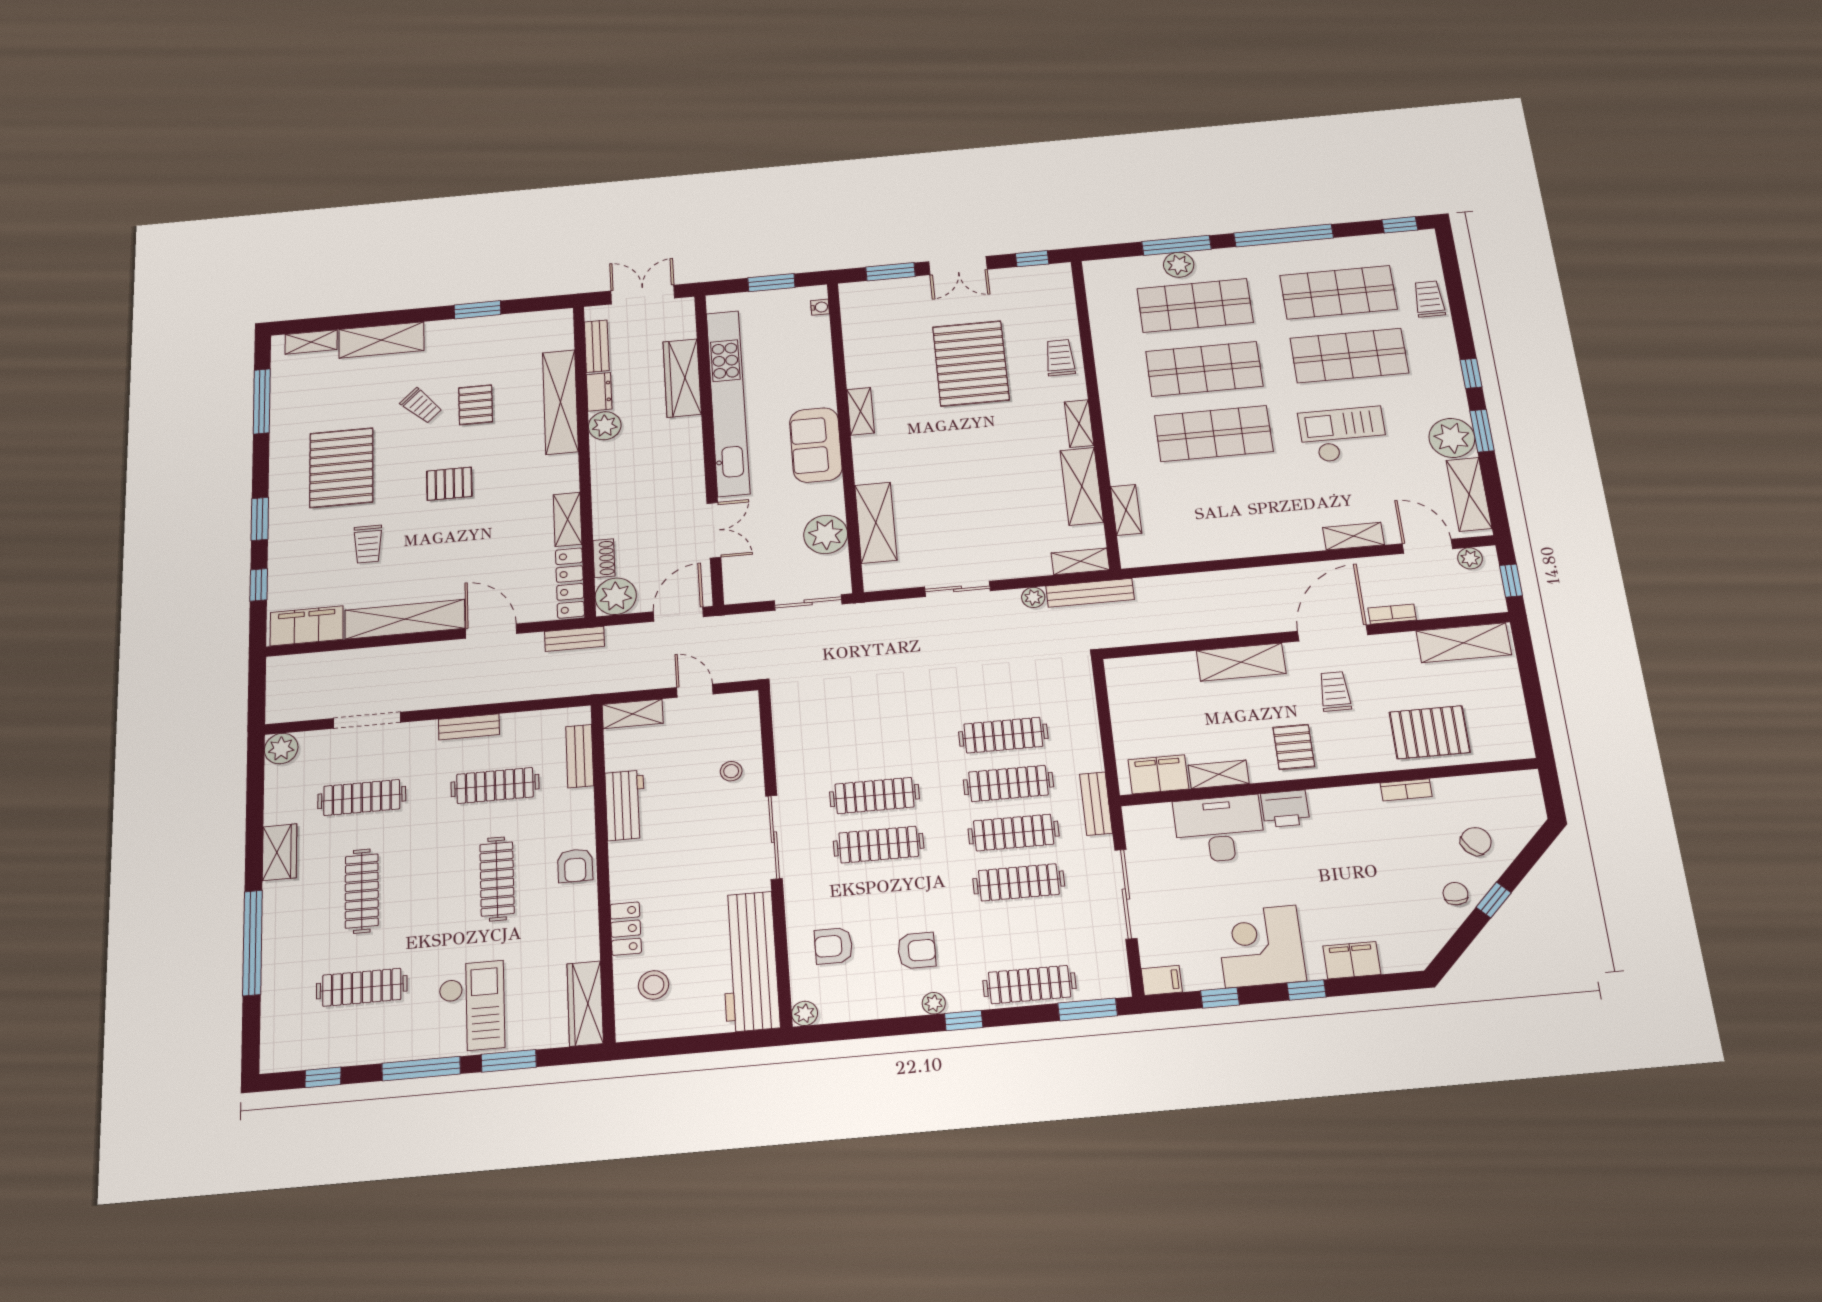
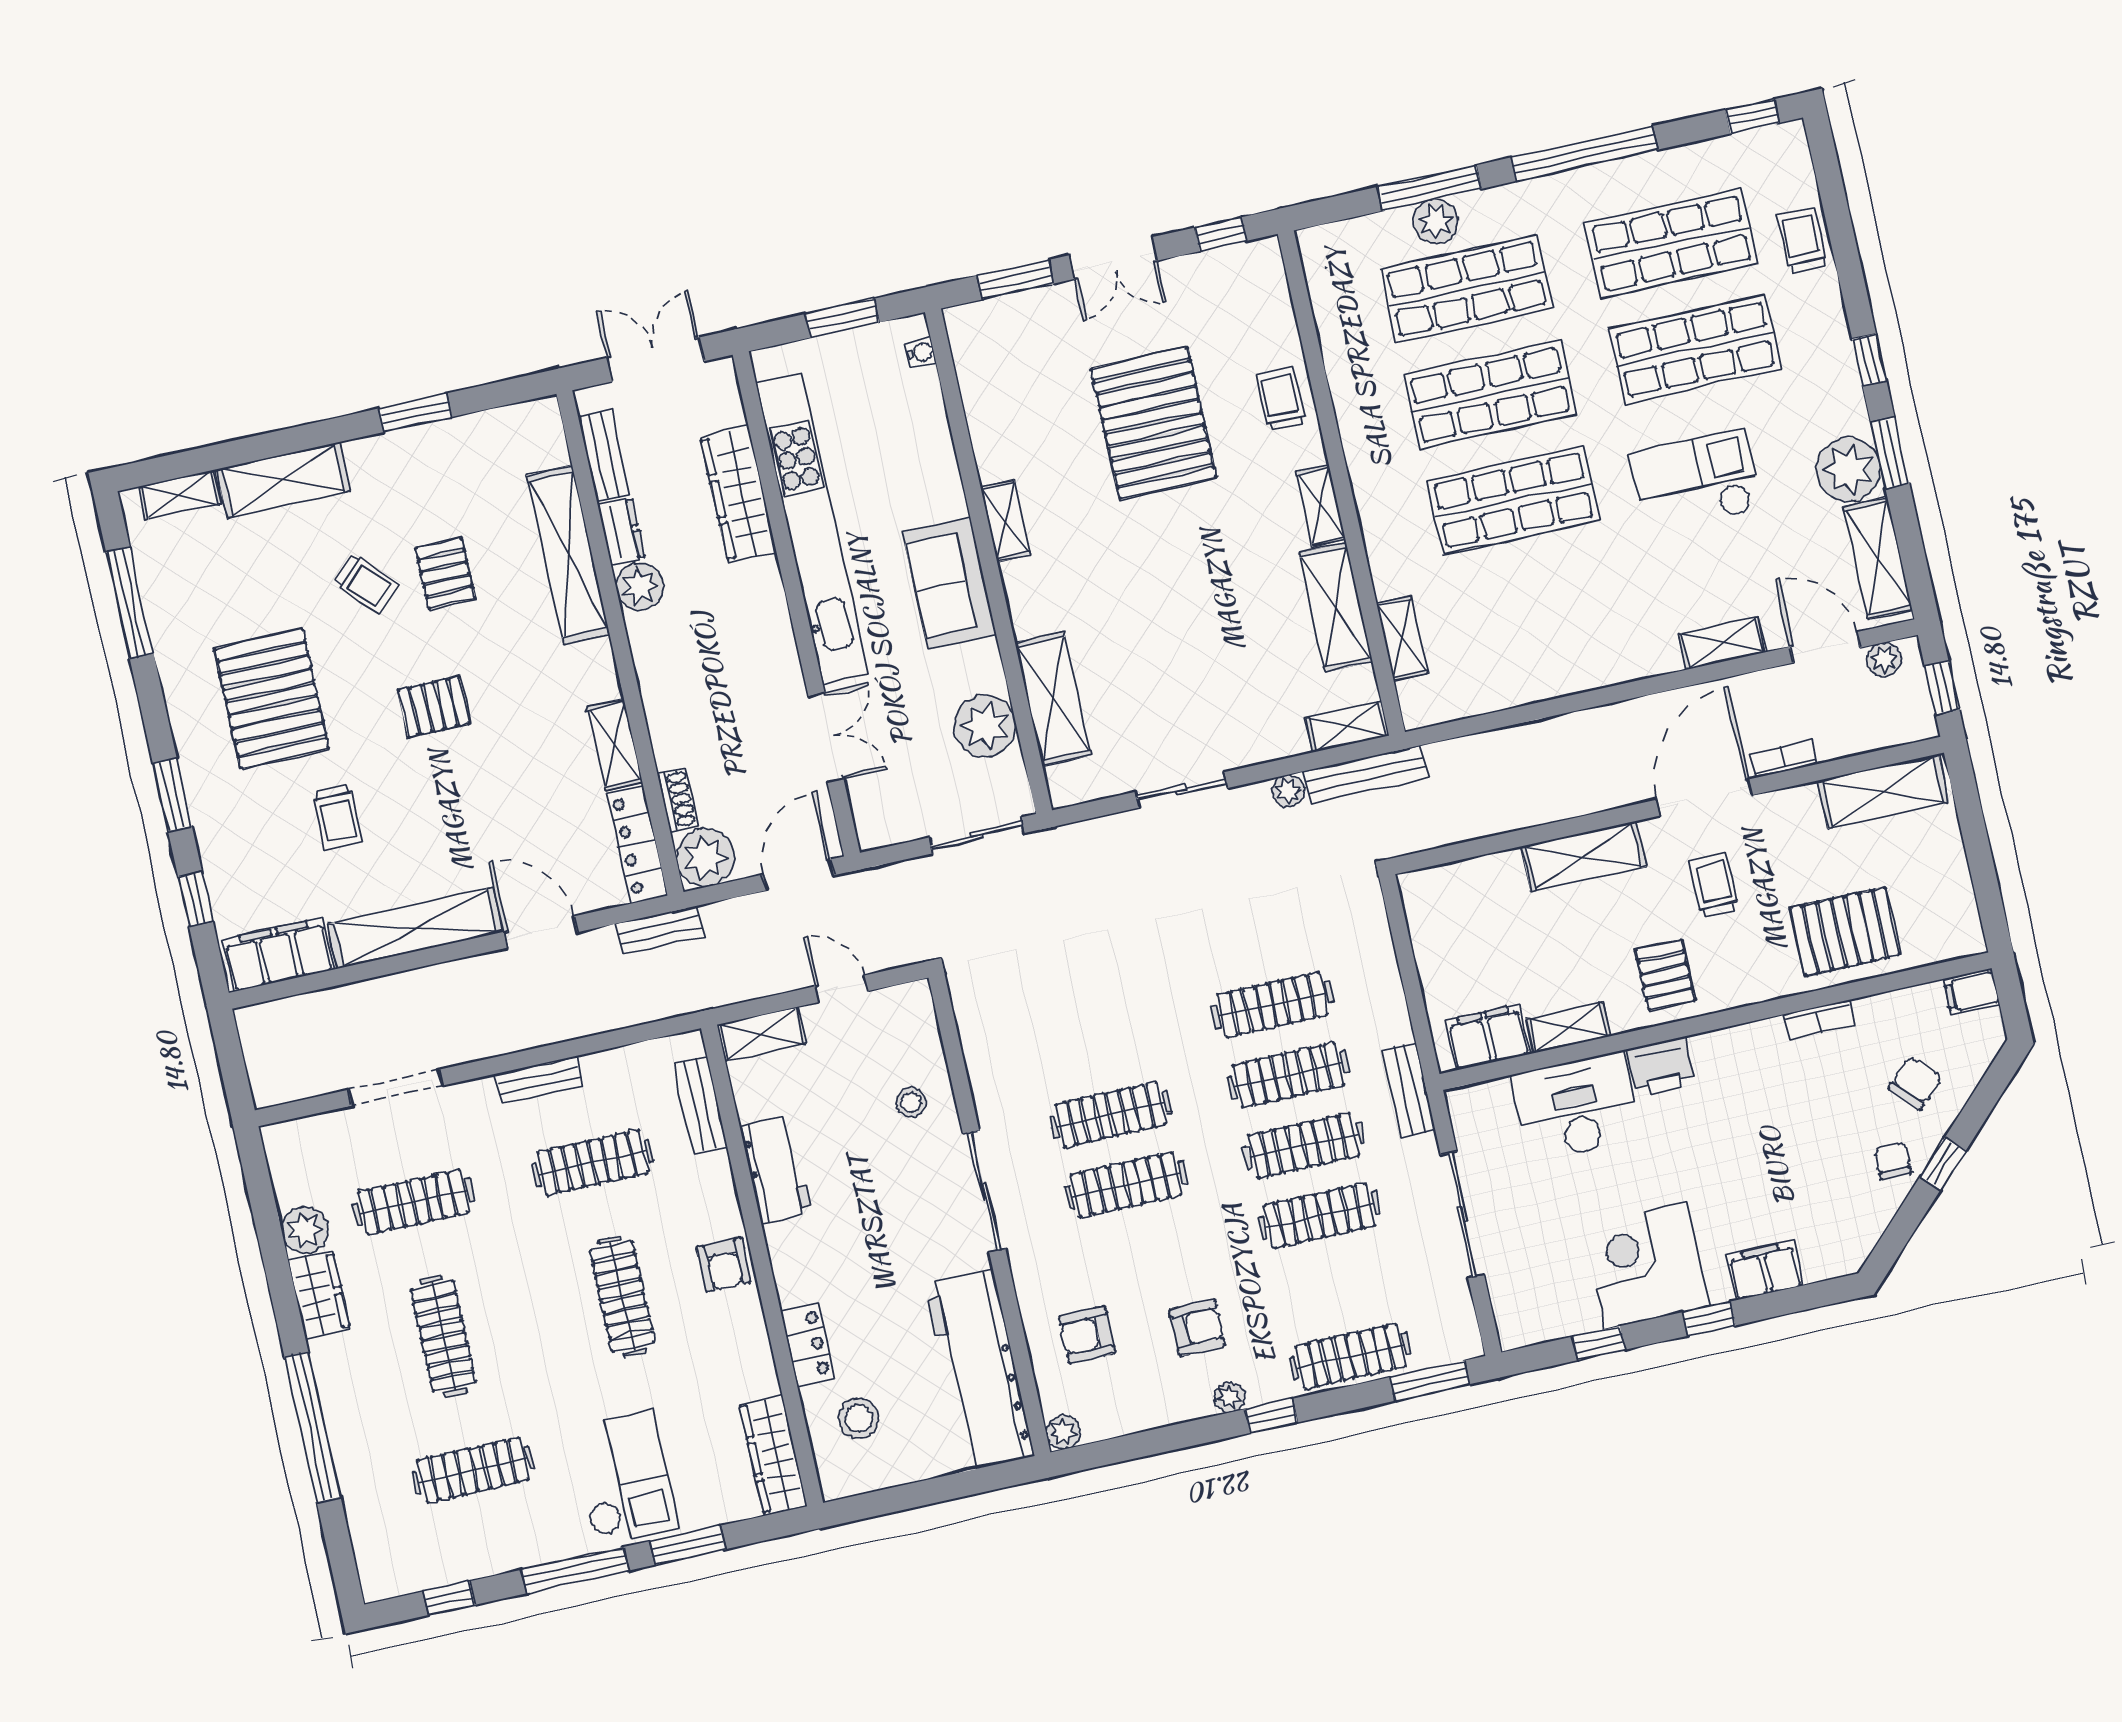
plant: (281, 749) -> (305, 1230), moved
filing cabinet: (1162, 980) -> (1972, 992), moved, turned 180

